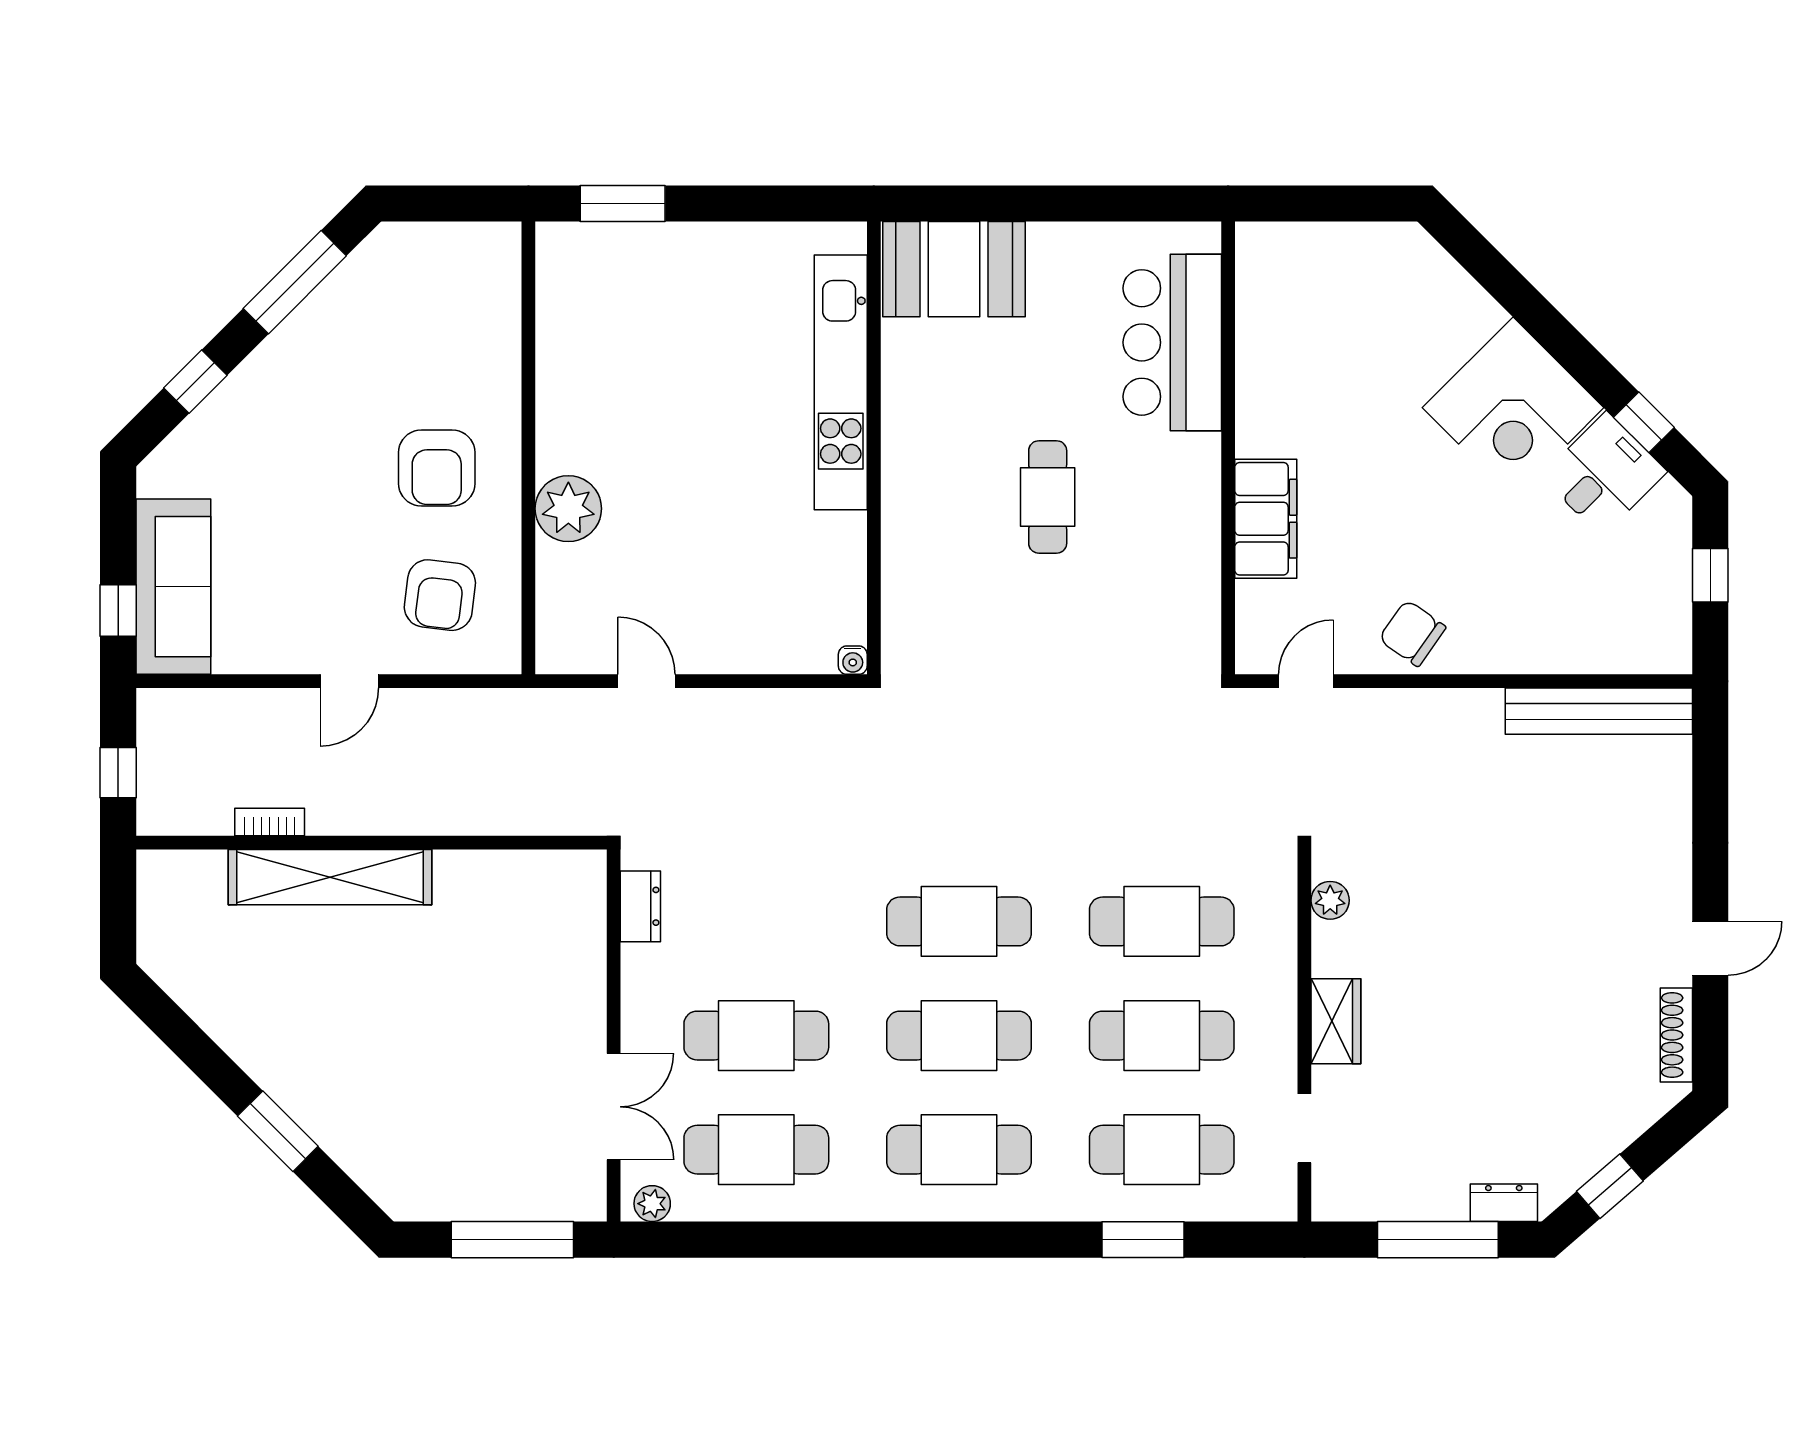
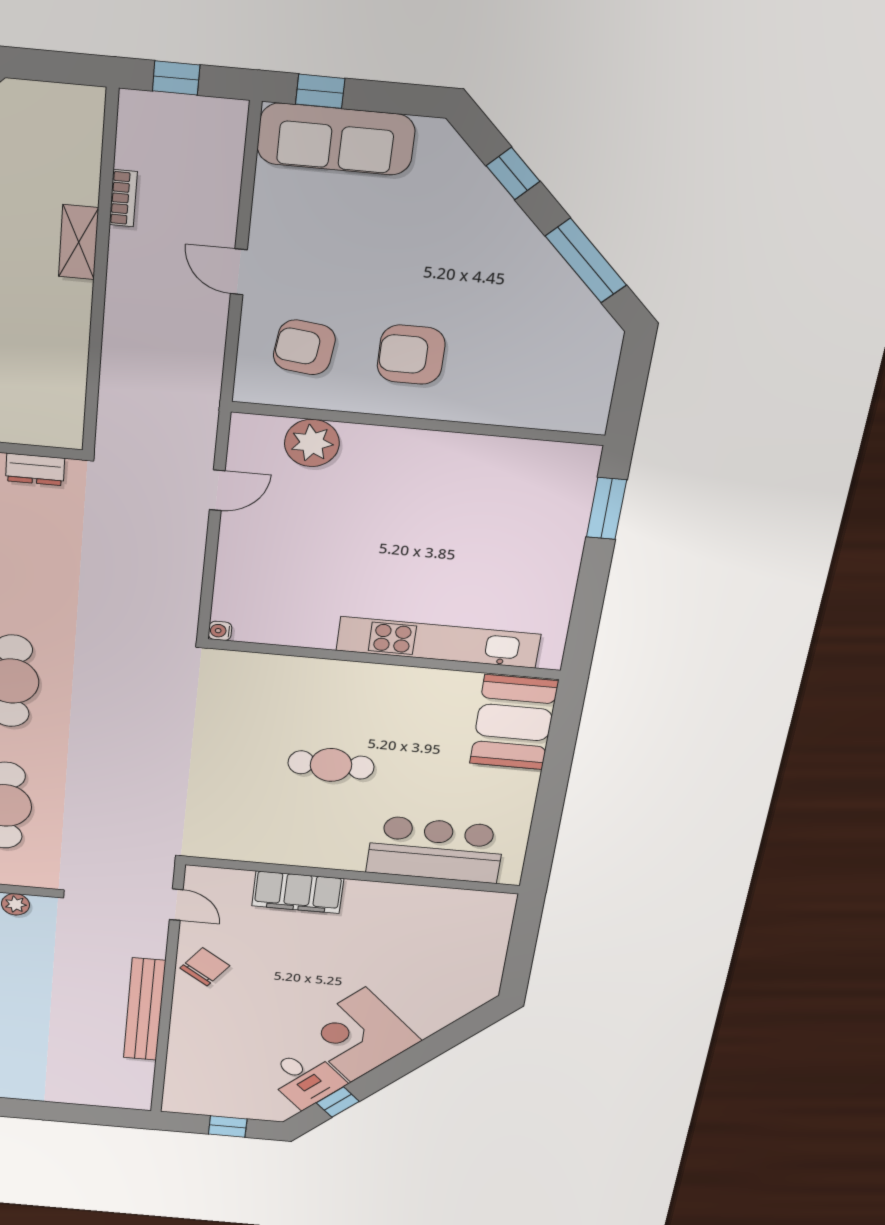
plant: (568, 509) -> (312, 443), moved
bench: (1599, 711) -> (144, 1009), moved
shelving: (330, 877) -> (79, 242), width x0.45, depth x0.75

